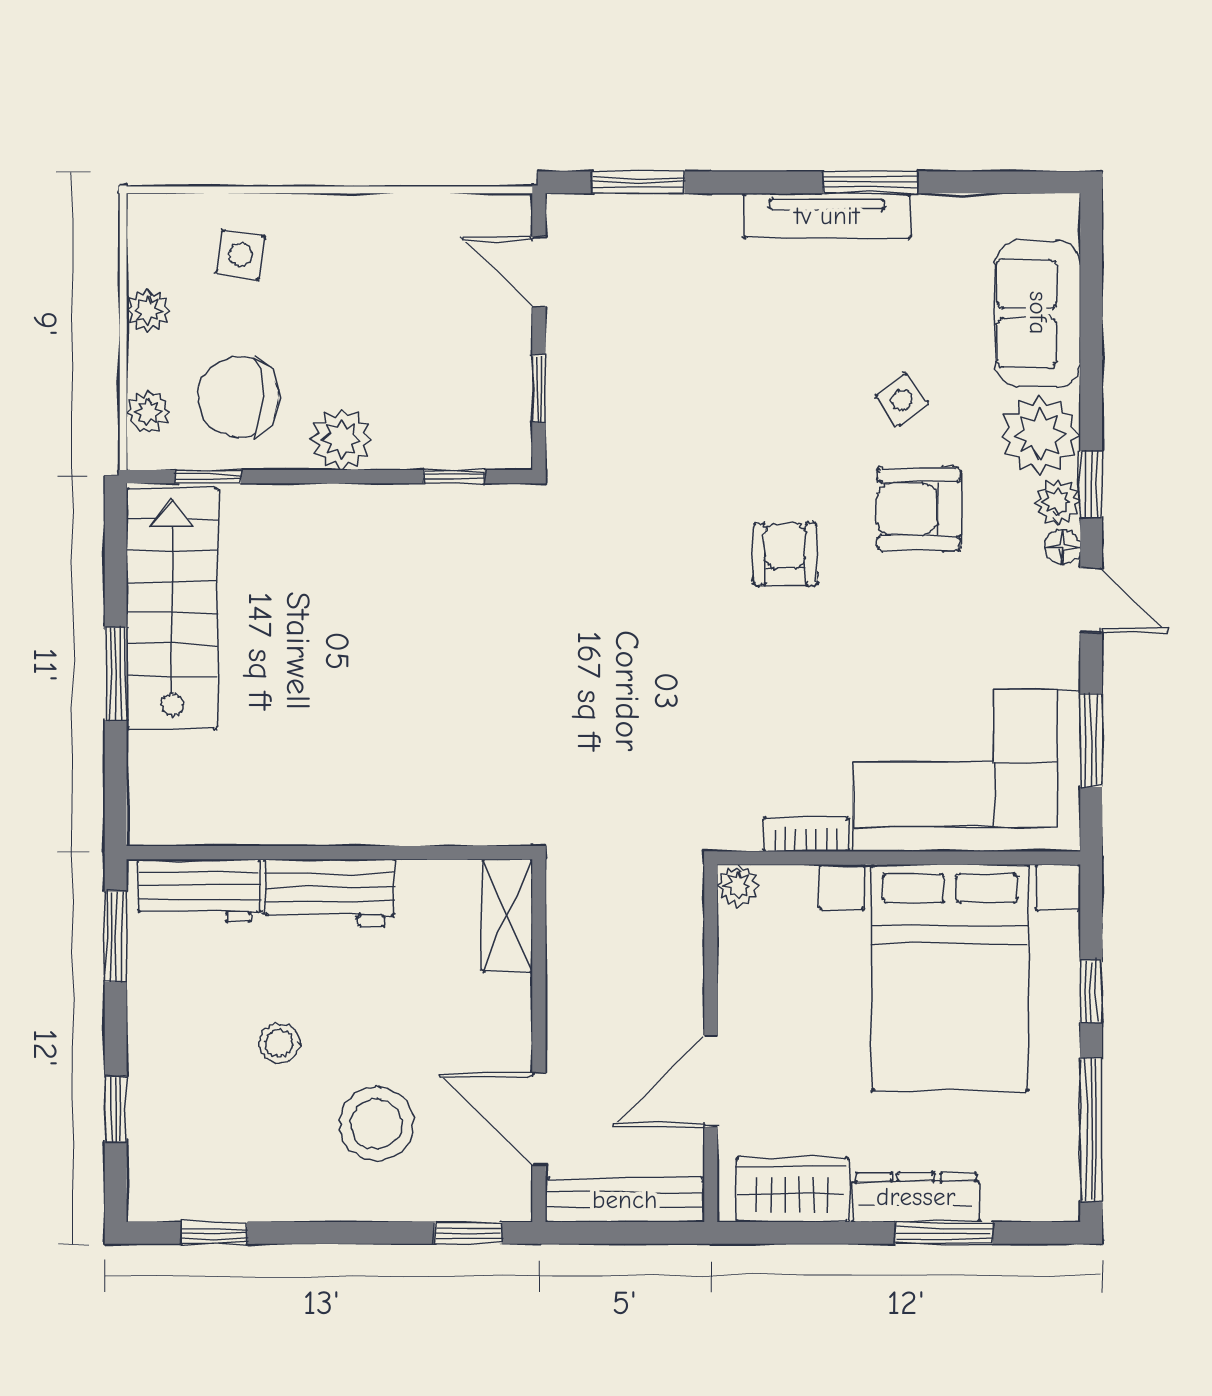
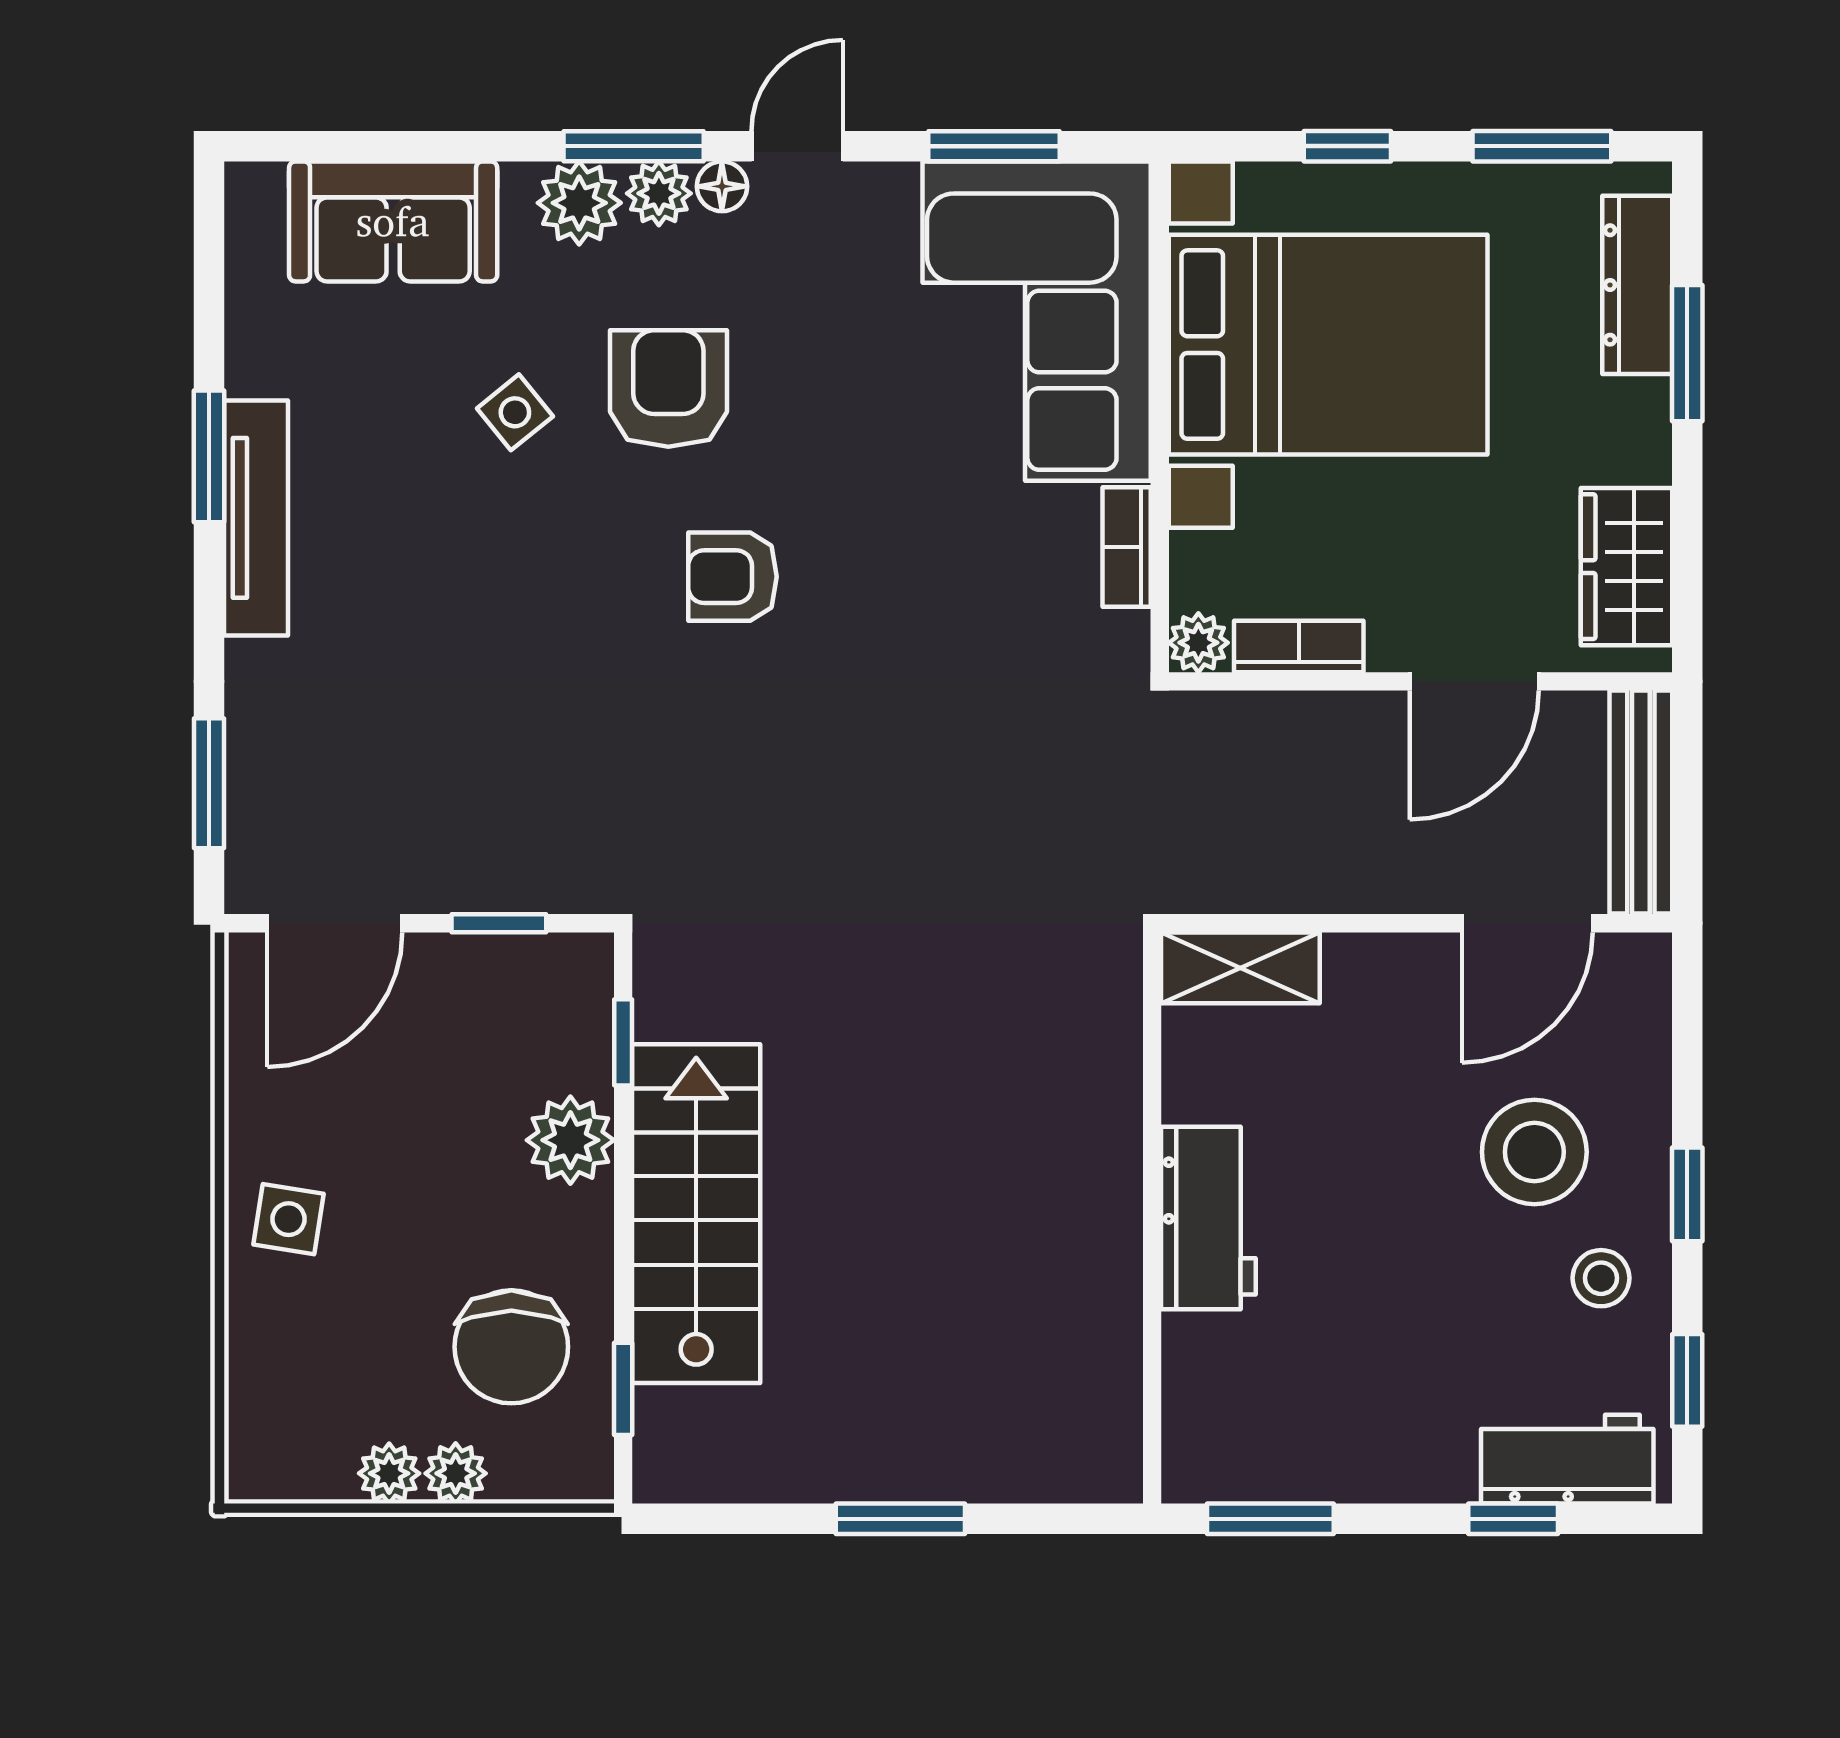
side table: (240, 255) -> (289, 1219), moved
door: (539, 272) -> (335, 923), width x1.38
plant: (148, 412) -> (456, 1473), moved
plant: (1040, 435) -> (579, 203), width x0.73, depth x0.73
plant: (341, 439) -> (570, 1140), moved
window: (1091, 484) -> (634, 146), width x1.50
armchair: (919, 509) -> (668, 388), turned 180
stairs: (172, 608) -> (696, 1214), moved, turned 90
workbench: (199, 891) -> (1567, 1459), moved, turned -90
bookcase: (736, 957) -> (1299, 646), added
stool: (279, 1043) -> (1601, 1278), moved
door: (711, 1081) -> (1474, 681), hinge flipped
window: (1091, 1130) -> (1542, 146), width x0.69
dresser: (916, 1197) -> (1637, 285), moved
window: (468, 1233) -> (1687, 1194), moved

